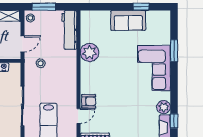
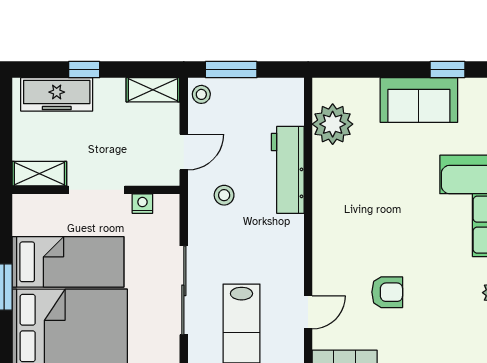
workbench: (69, 30) -> (288, 170), moved
plant: (89, 53) -> (333, 124), moved
armchair: (89, 101) -> (387, 292), moved

